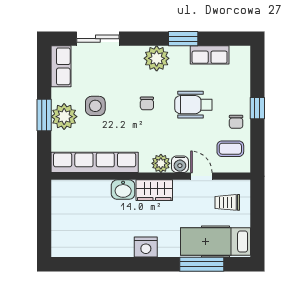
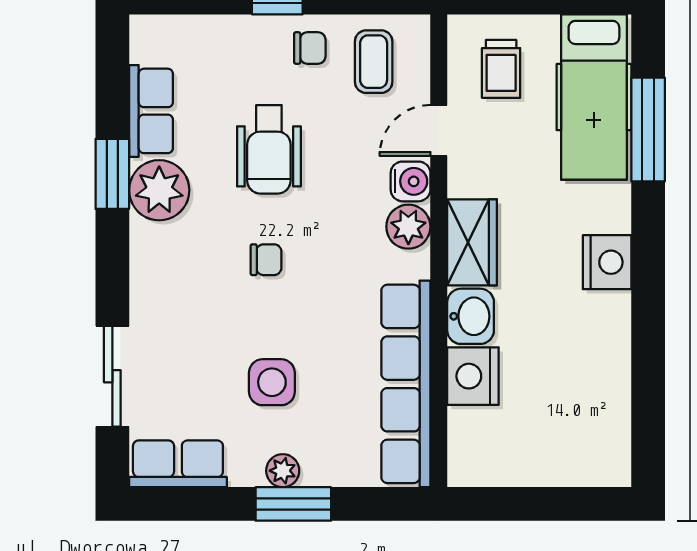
plant: (157, 58) -> (159, 190), moved
plant: (64, 117) -> (283, 471), width x0.53, depth x0.53
nightstand: (98, 191) -> (473, 376), added

